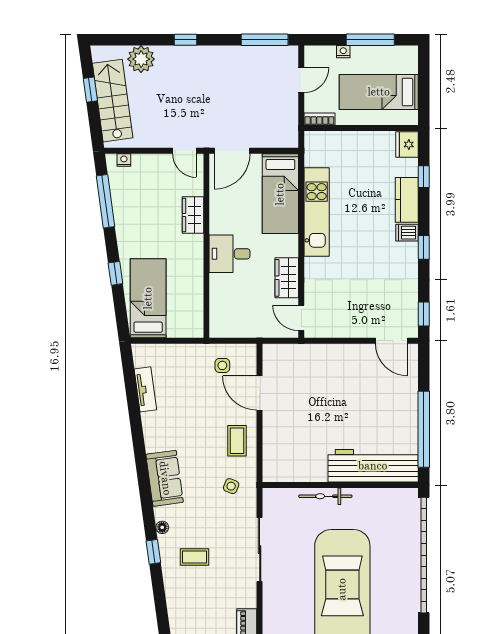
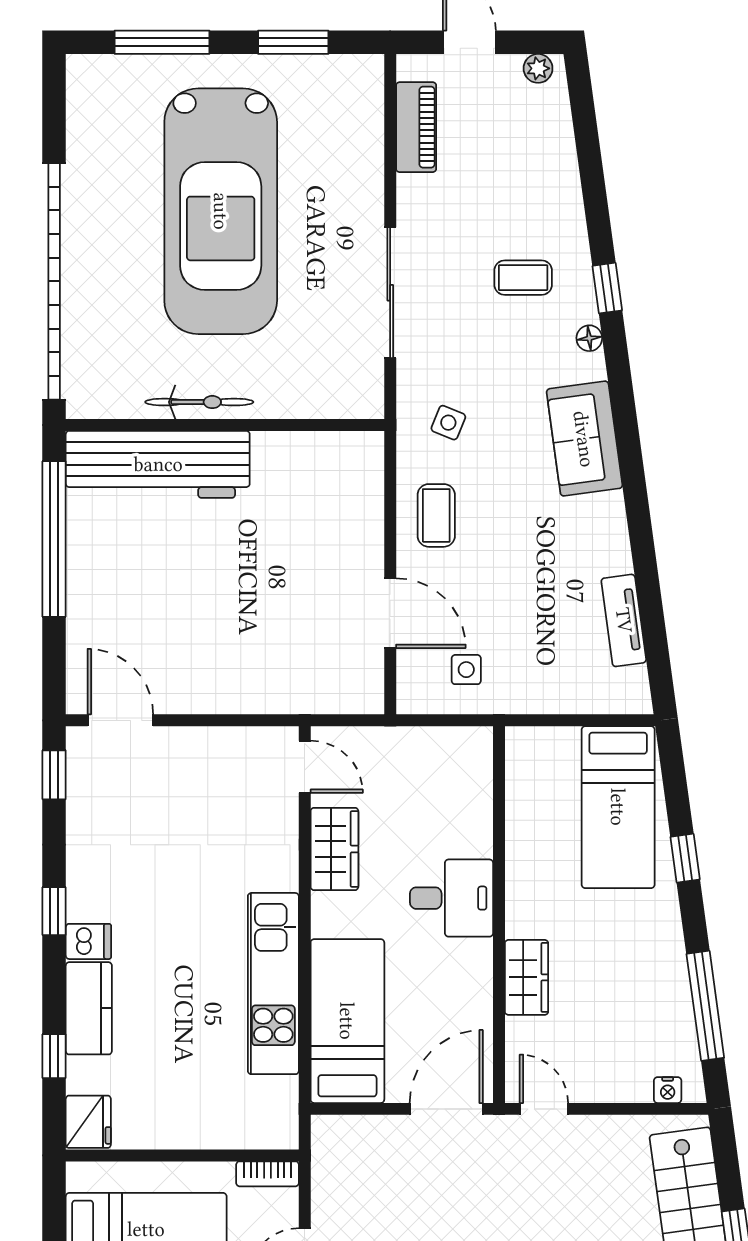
bicycle: (325, 496) -> (199, 402), moved

